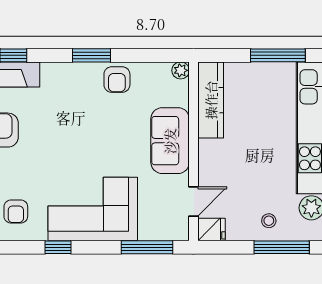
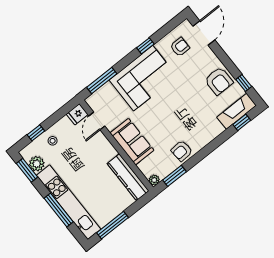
window: (91, 55) -> (174, 176), moved
armchair: (117, 80) -> (182, 151), turned -94
armchair: (16, 211) -> (180, 47), turned 90
window: (282, 247) -> (36, 133), width x0.46

